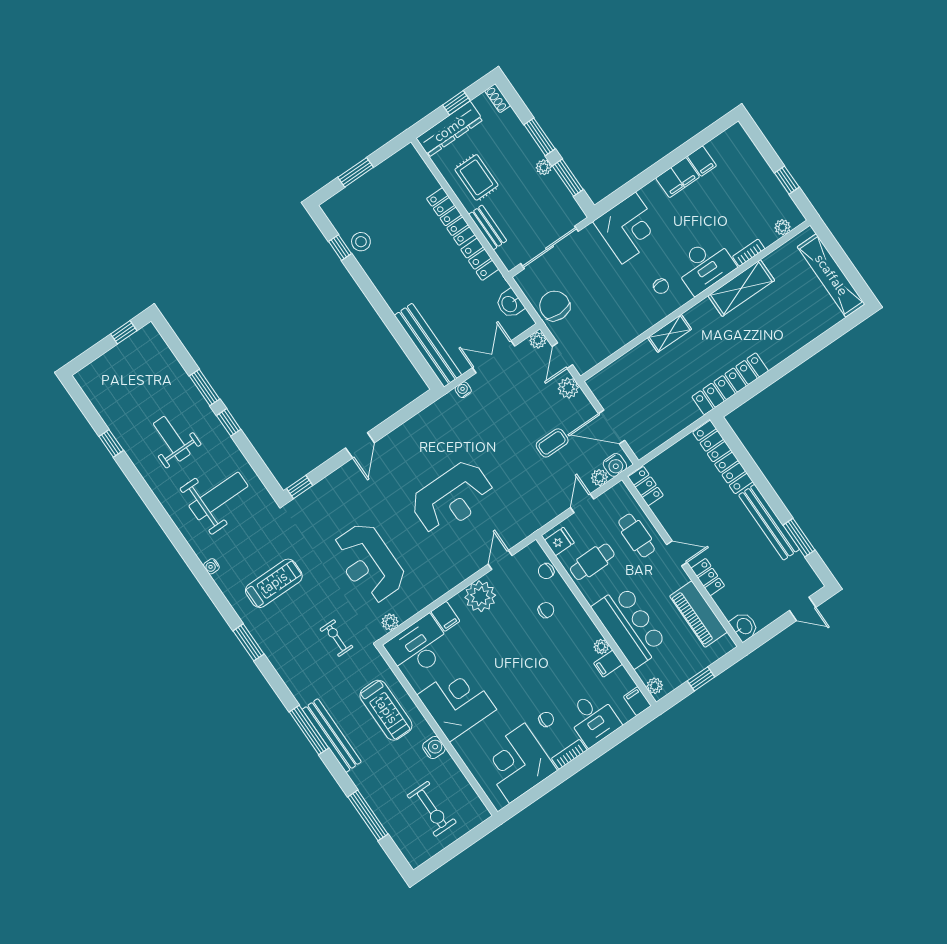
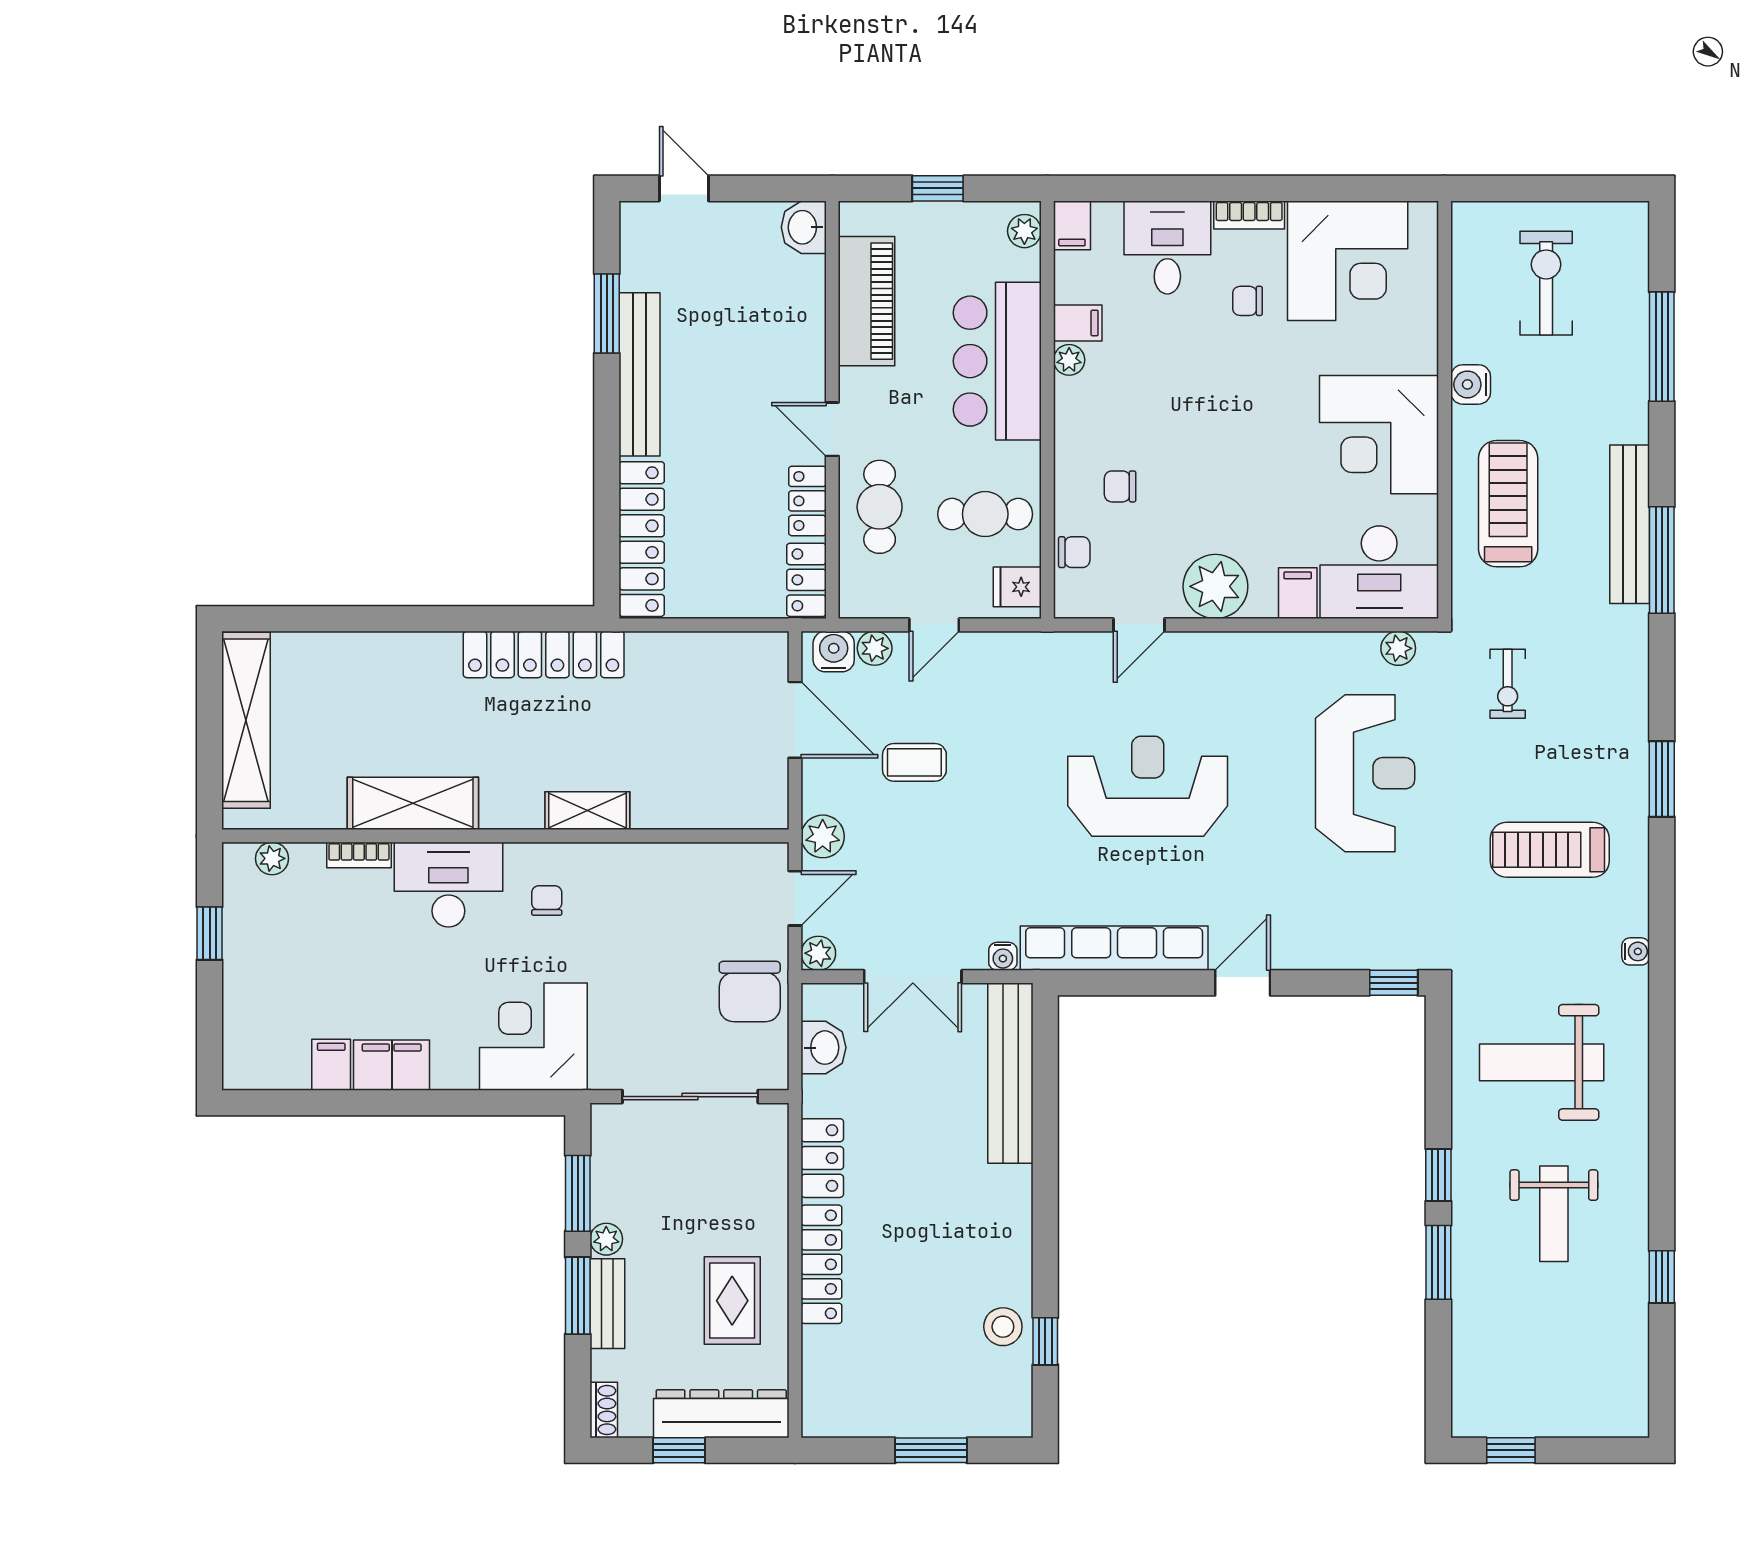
bench: (488, 227) -> (607, 1304), moved
row of seats: (421, 424) -> (1114, 948), added
locker: (708, 577) -> (807, 501), moved

